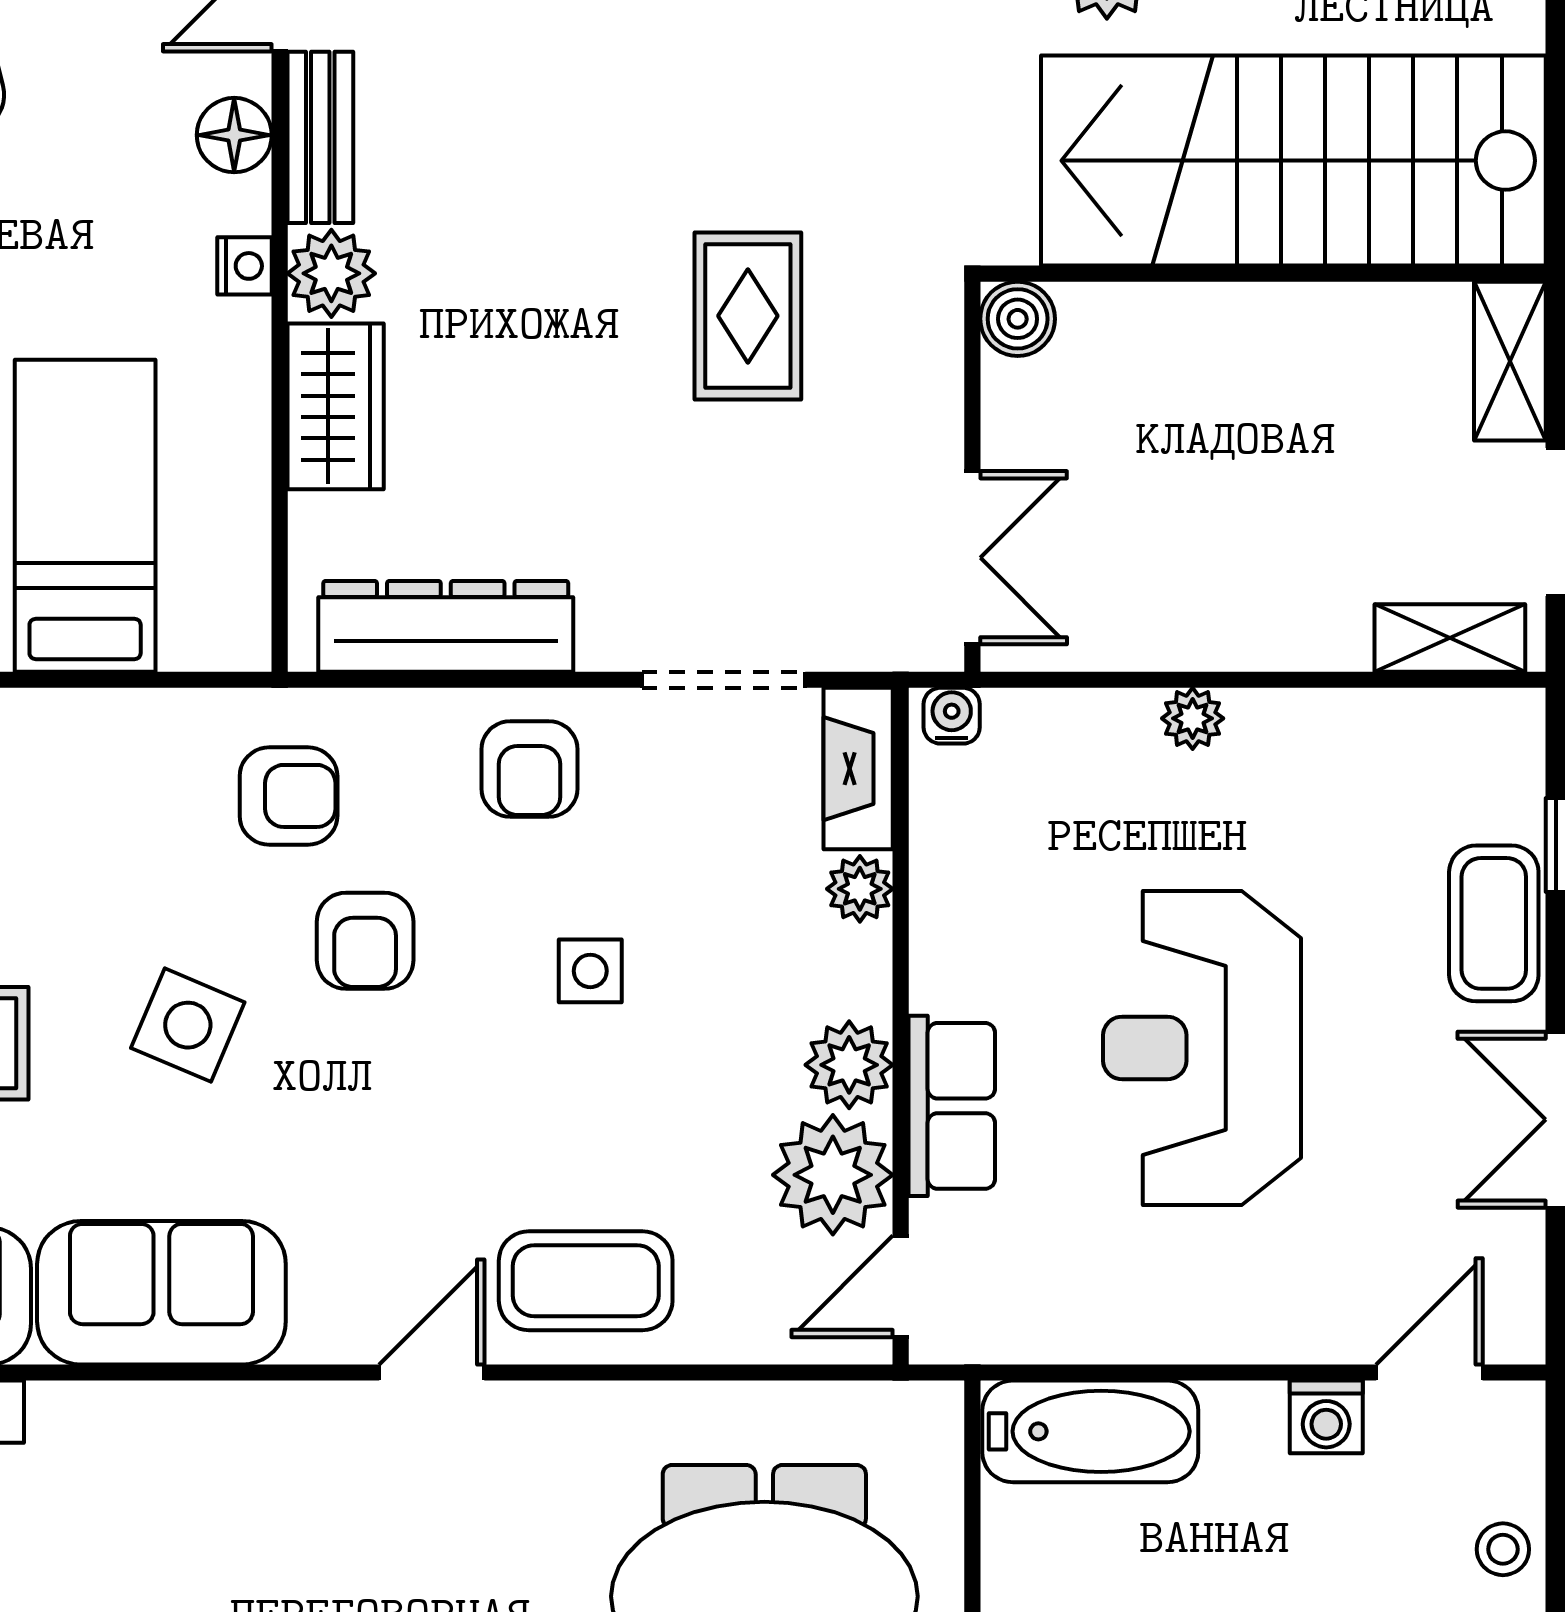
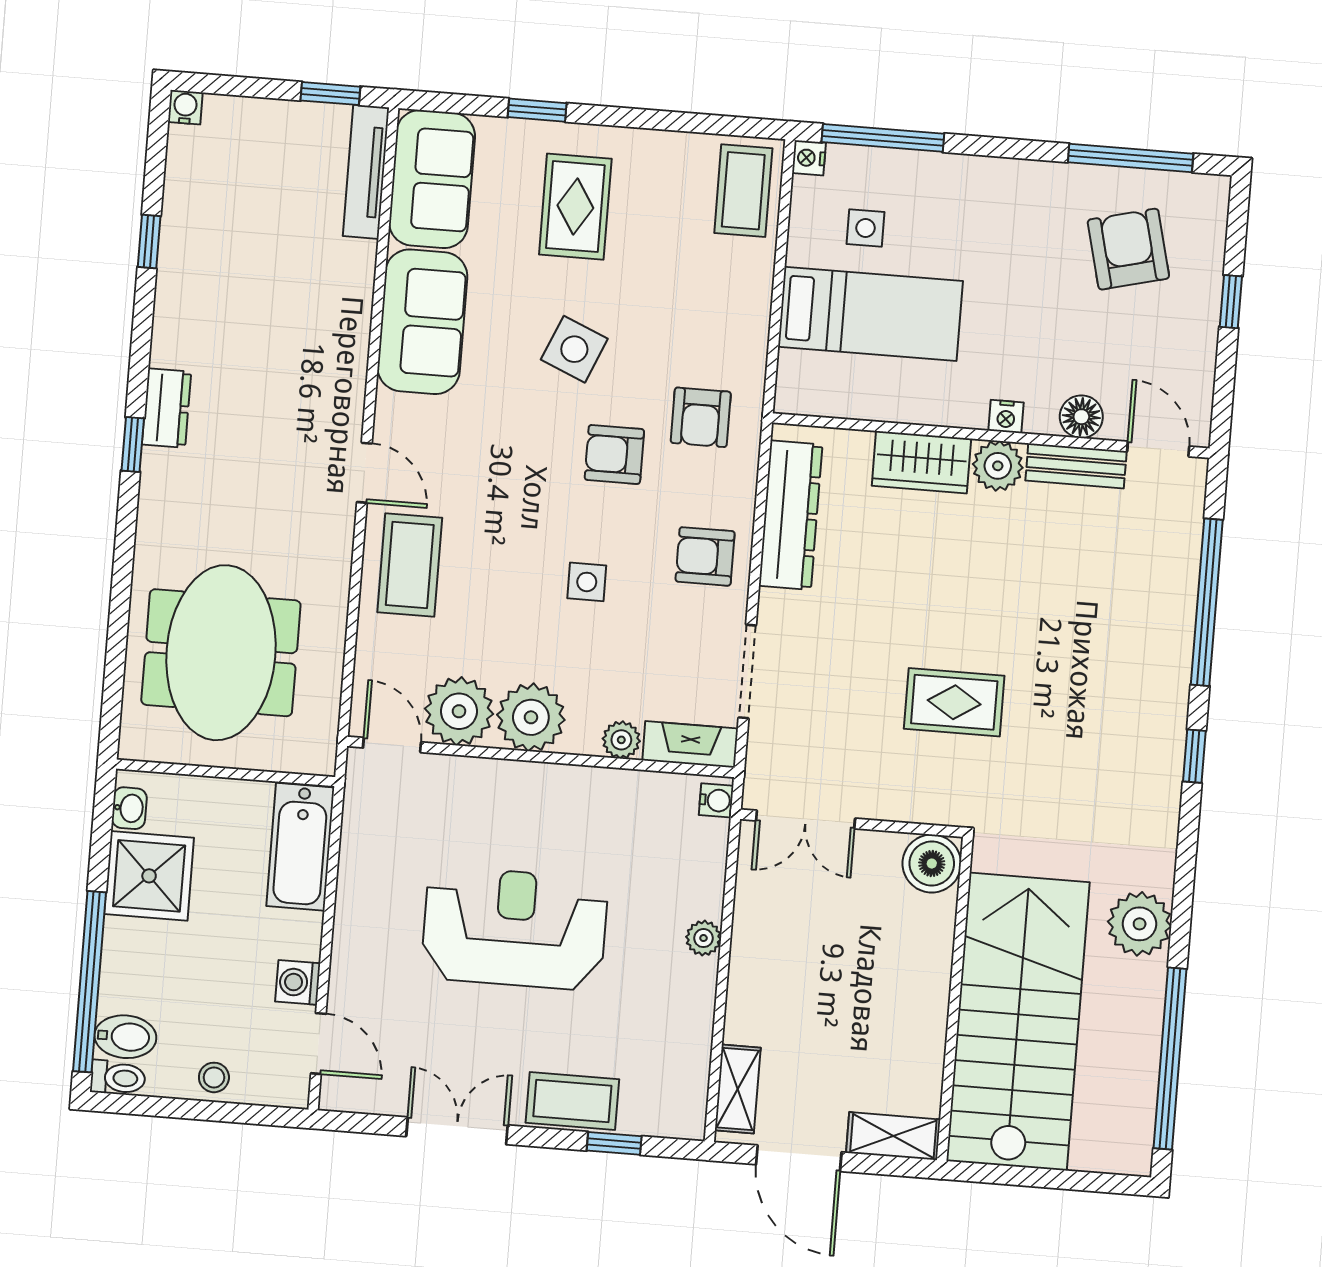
boiler: (1018, 319) -> (932, 864), width x1.36, depth x1.36
plant: (849, 1065) -> (531, 717), width x1.36, depth x1.36
row of seats: (952, 1106) -> (493, 783), removed

